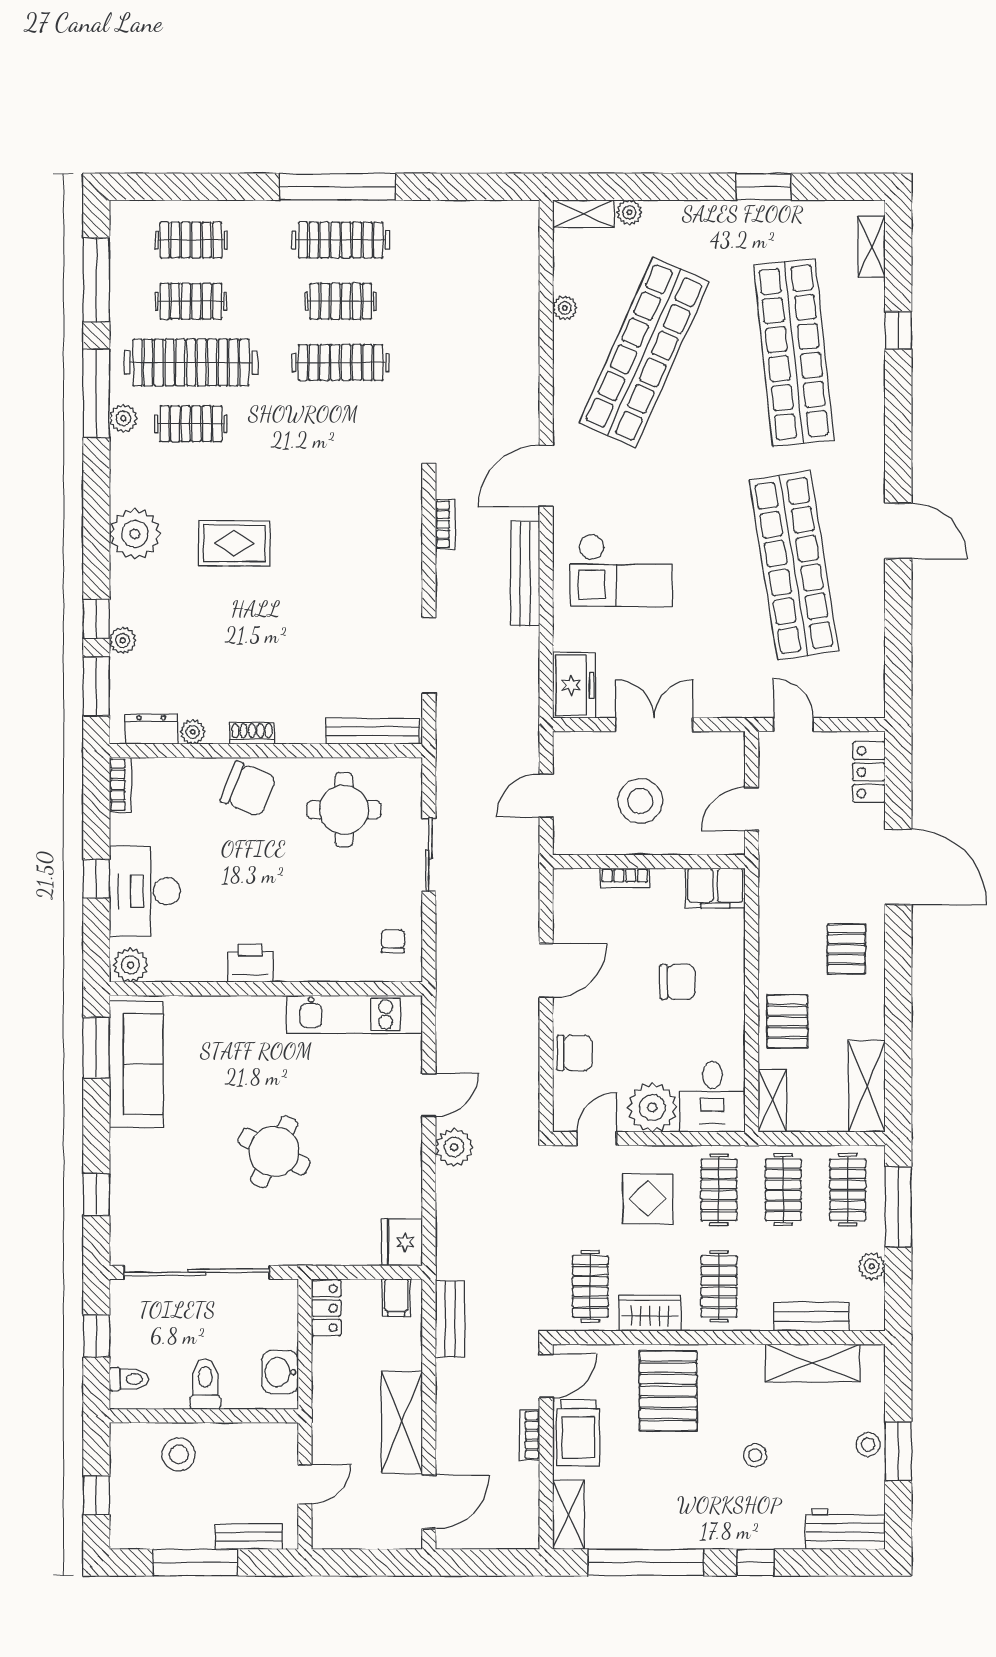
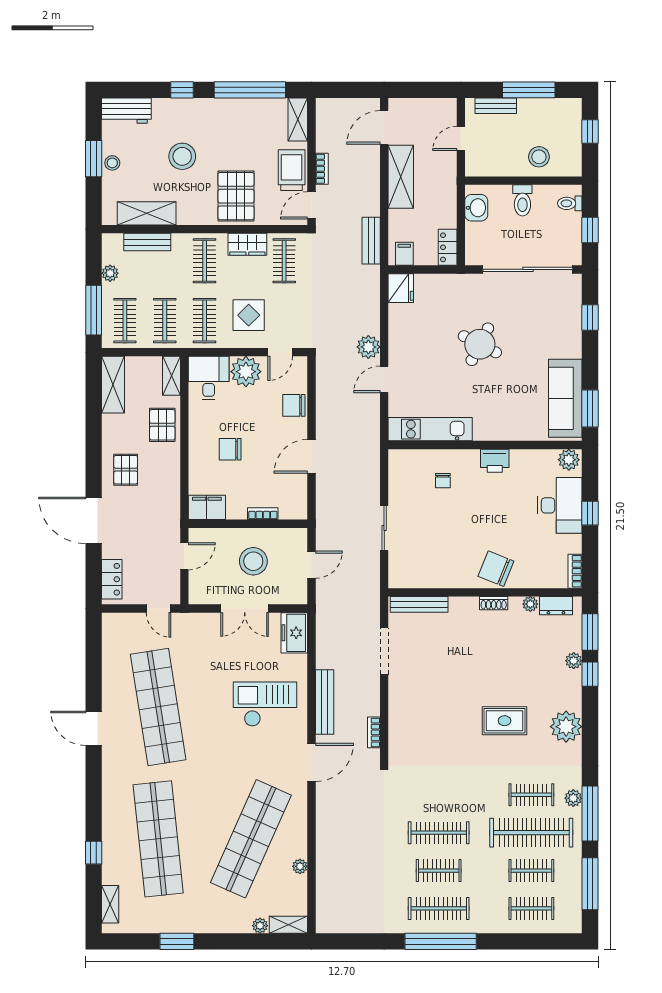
round table: (344, 810) -> (437, 556), removed
chair: (393, 941) -> (443, 481), moved
stool: (755, 1455) -> (182, 156), width x1.89, depth x1.89

